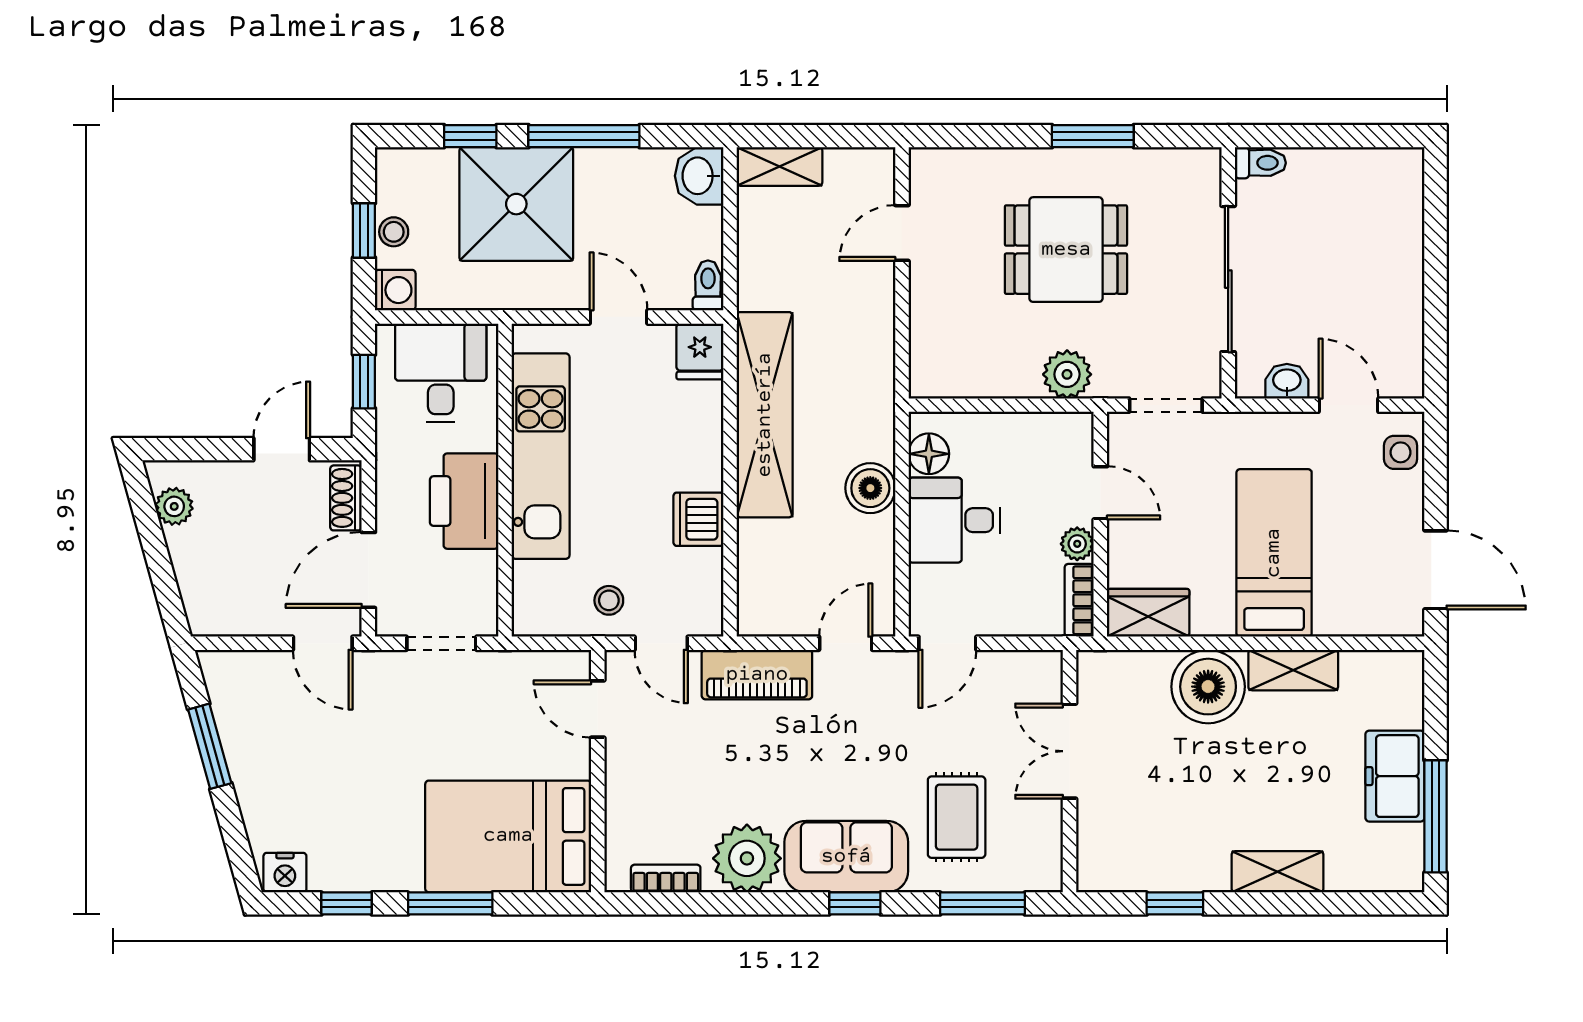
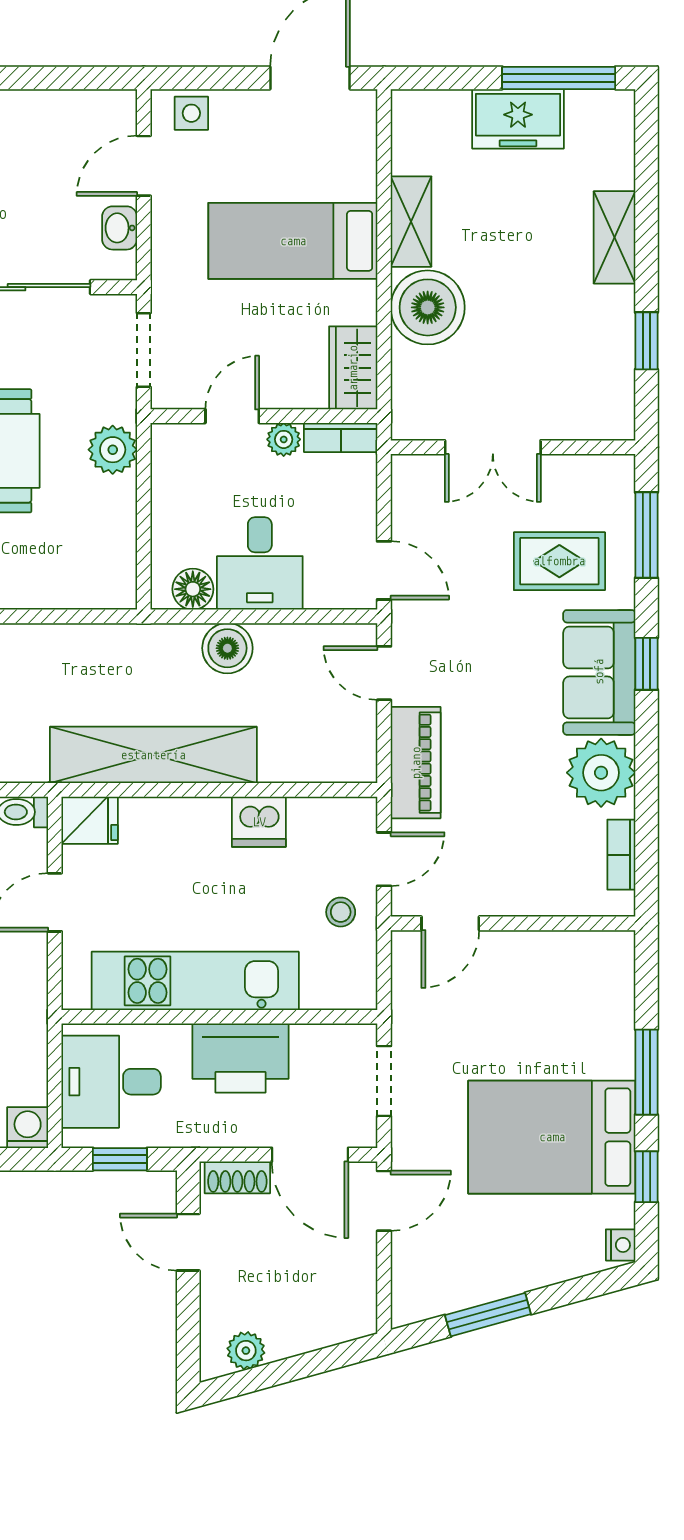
bed: (508, 836) -> (552, 1137), moved, turned 90
nightstand: (285, 873) -> (621, 1245), width x0.72, depth x0.74

